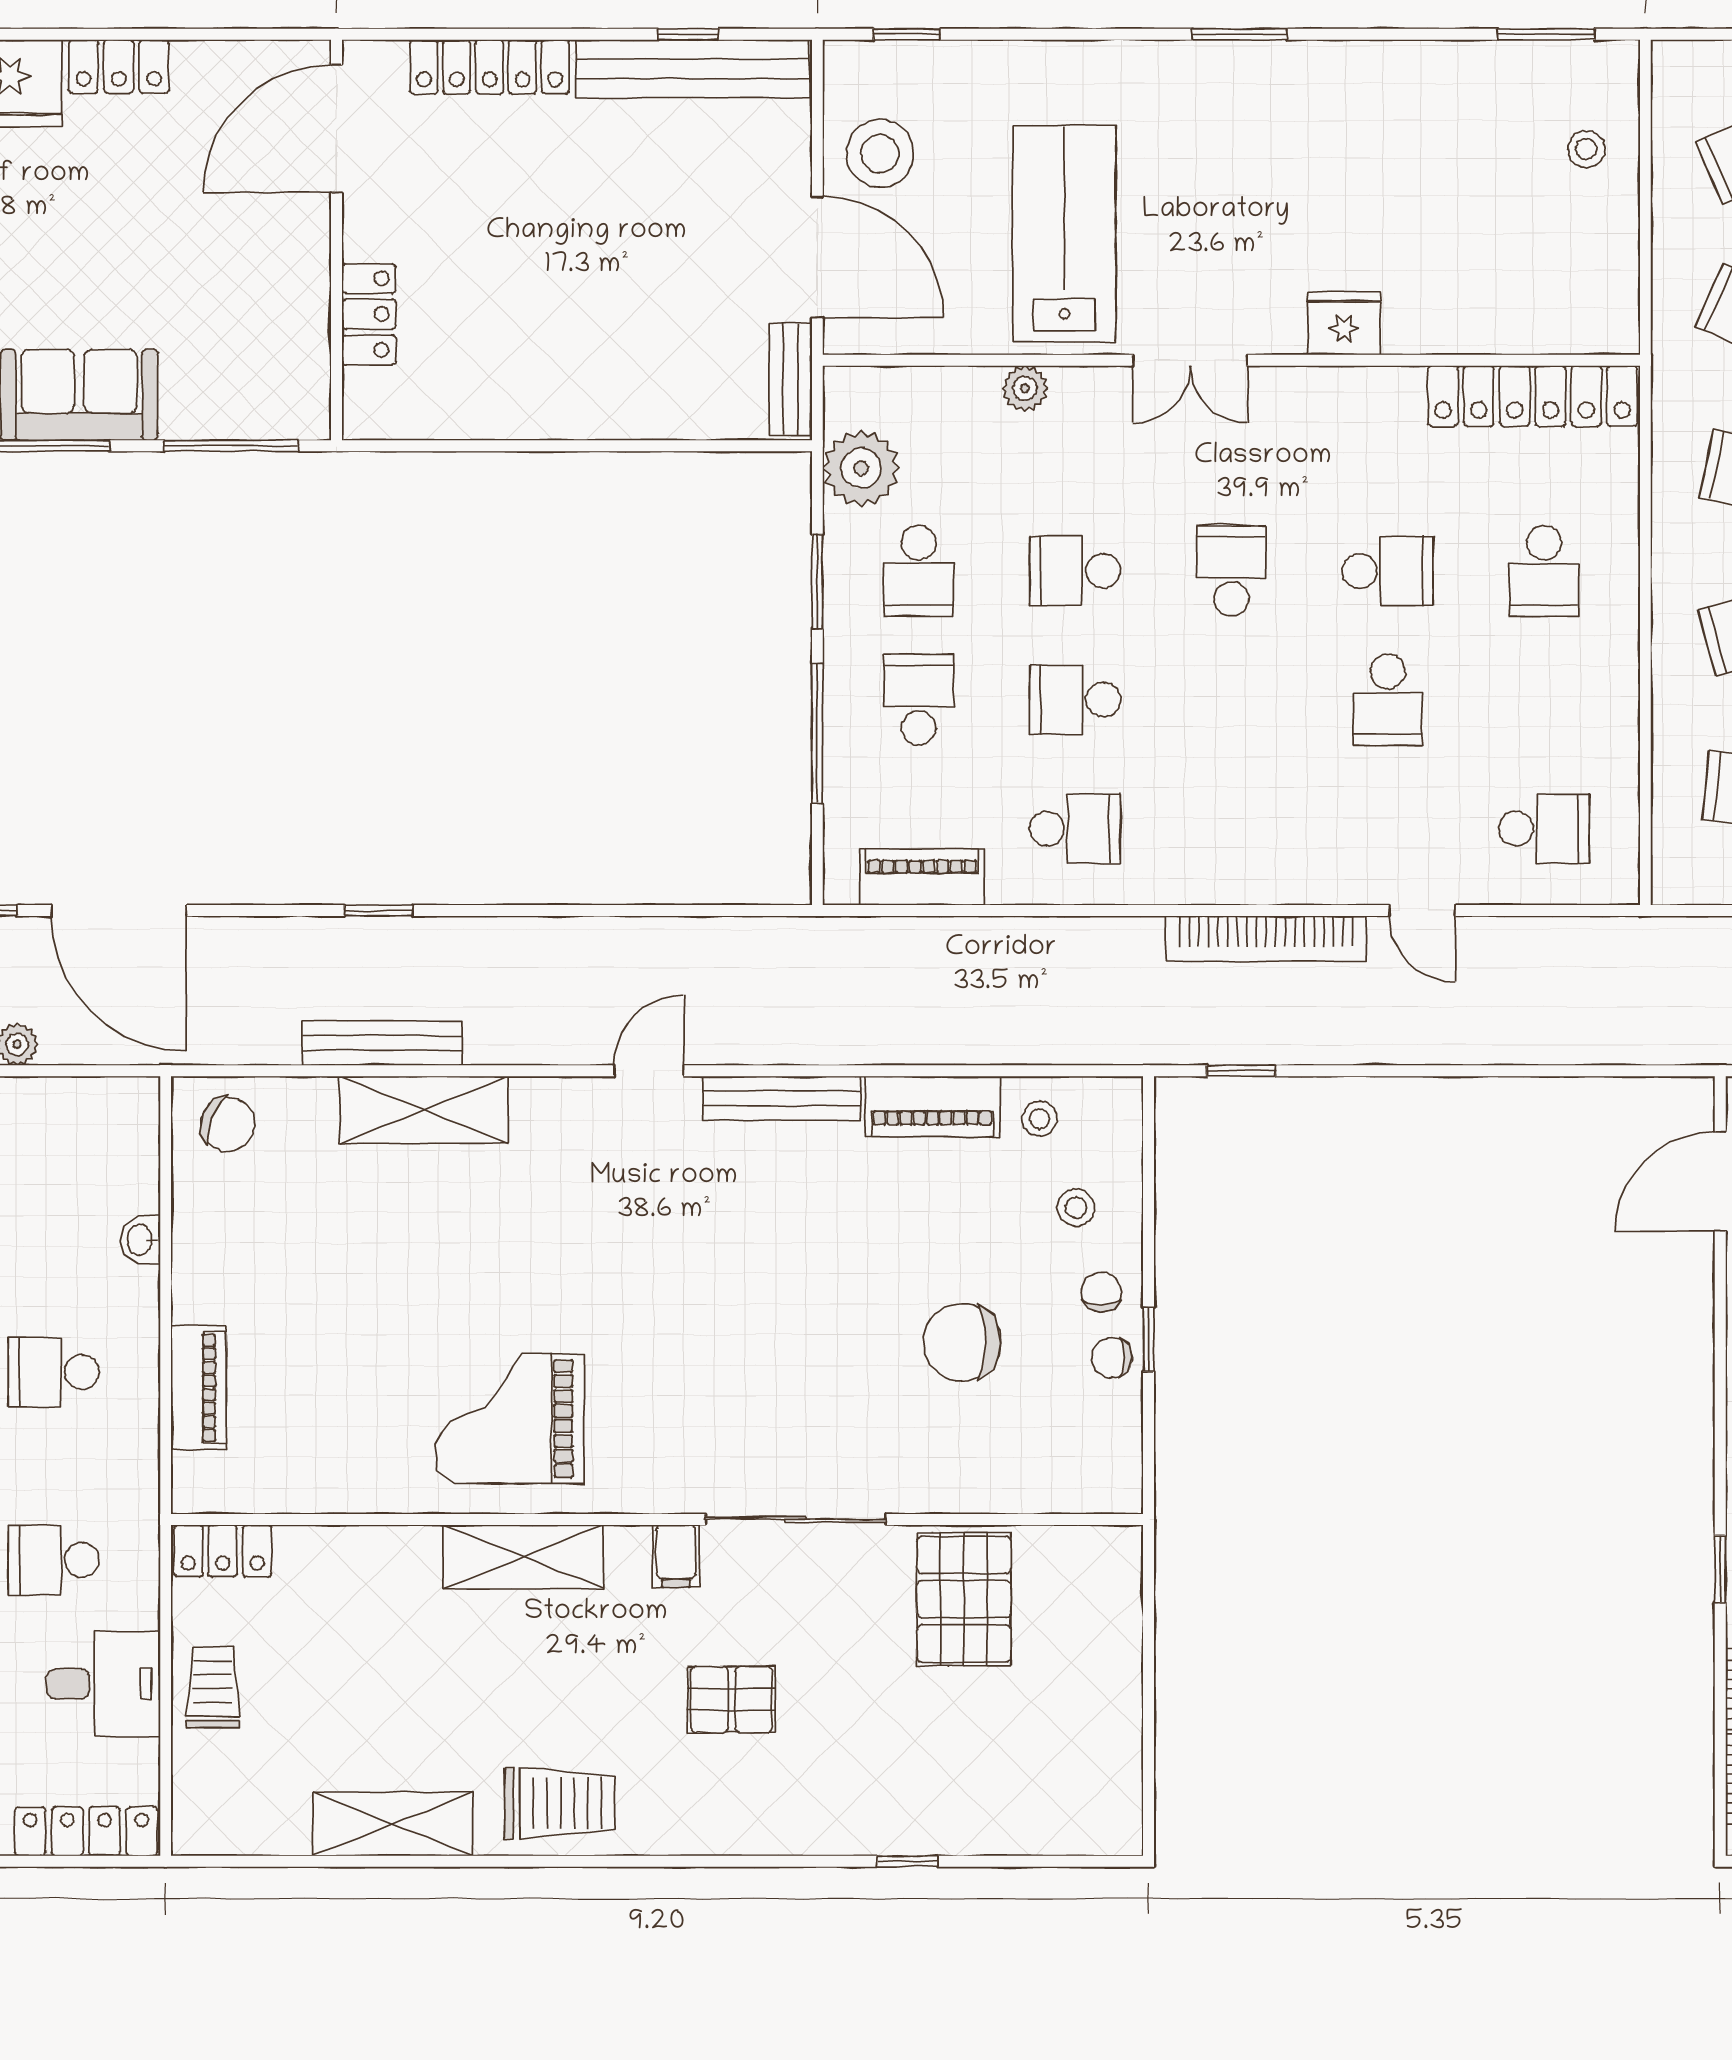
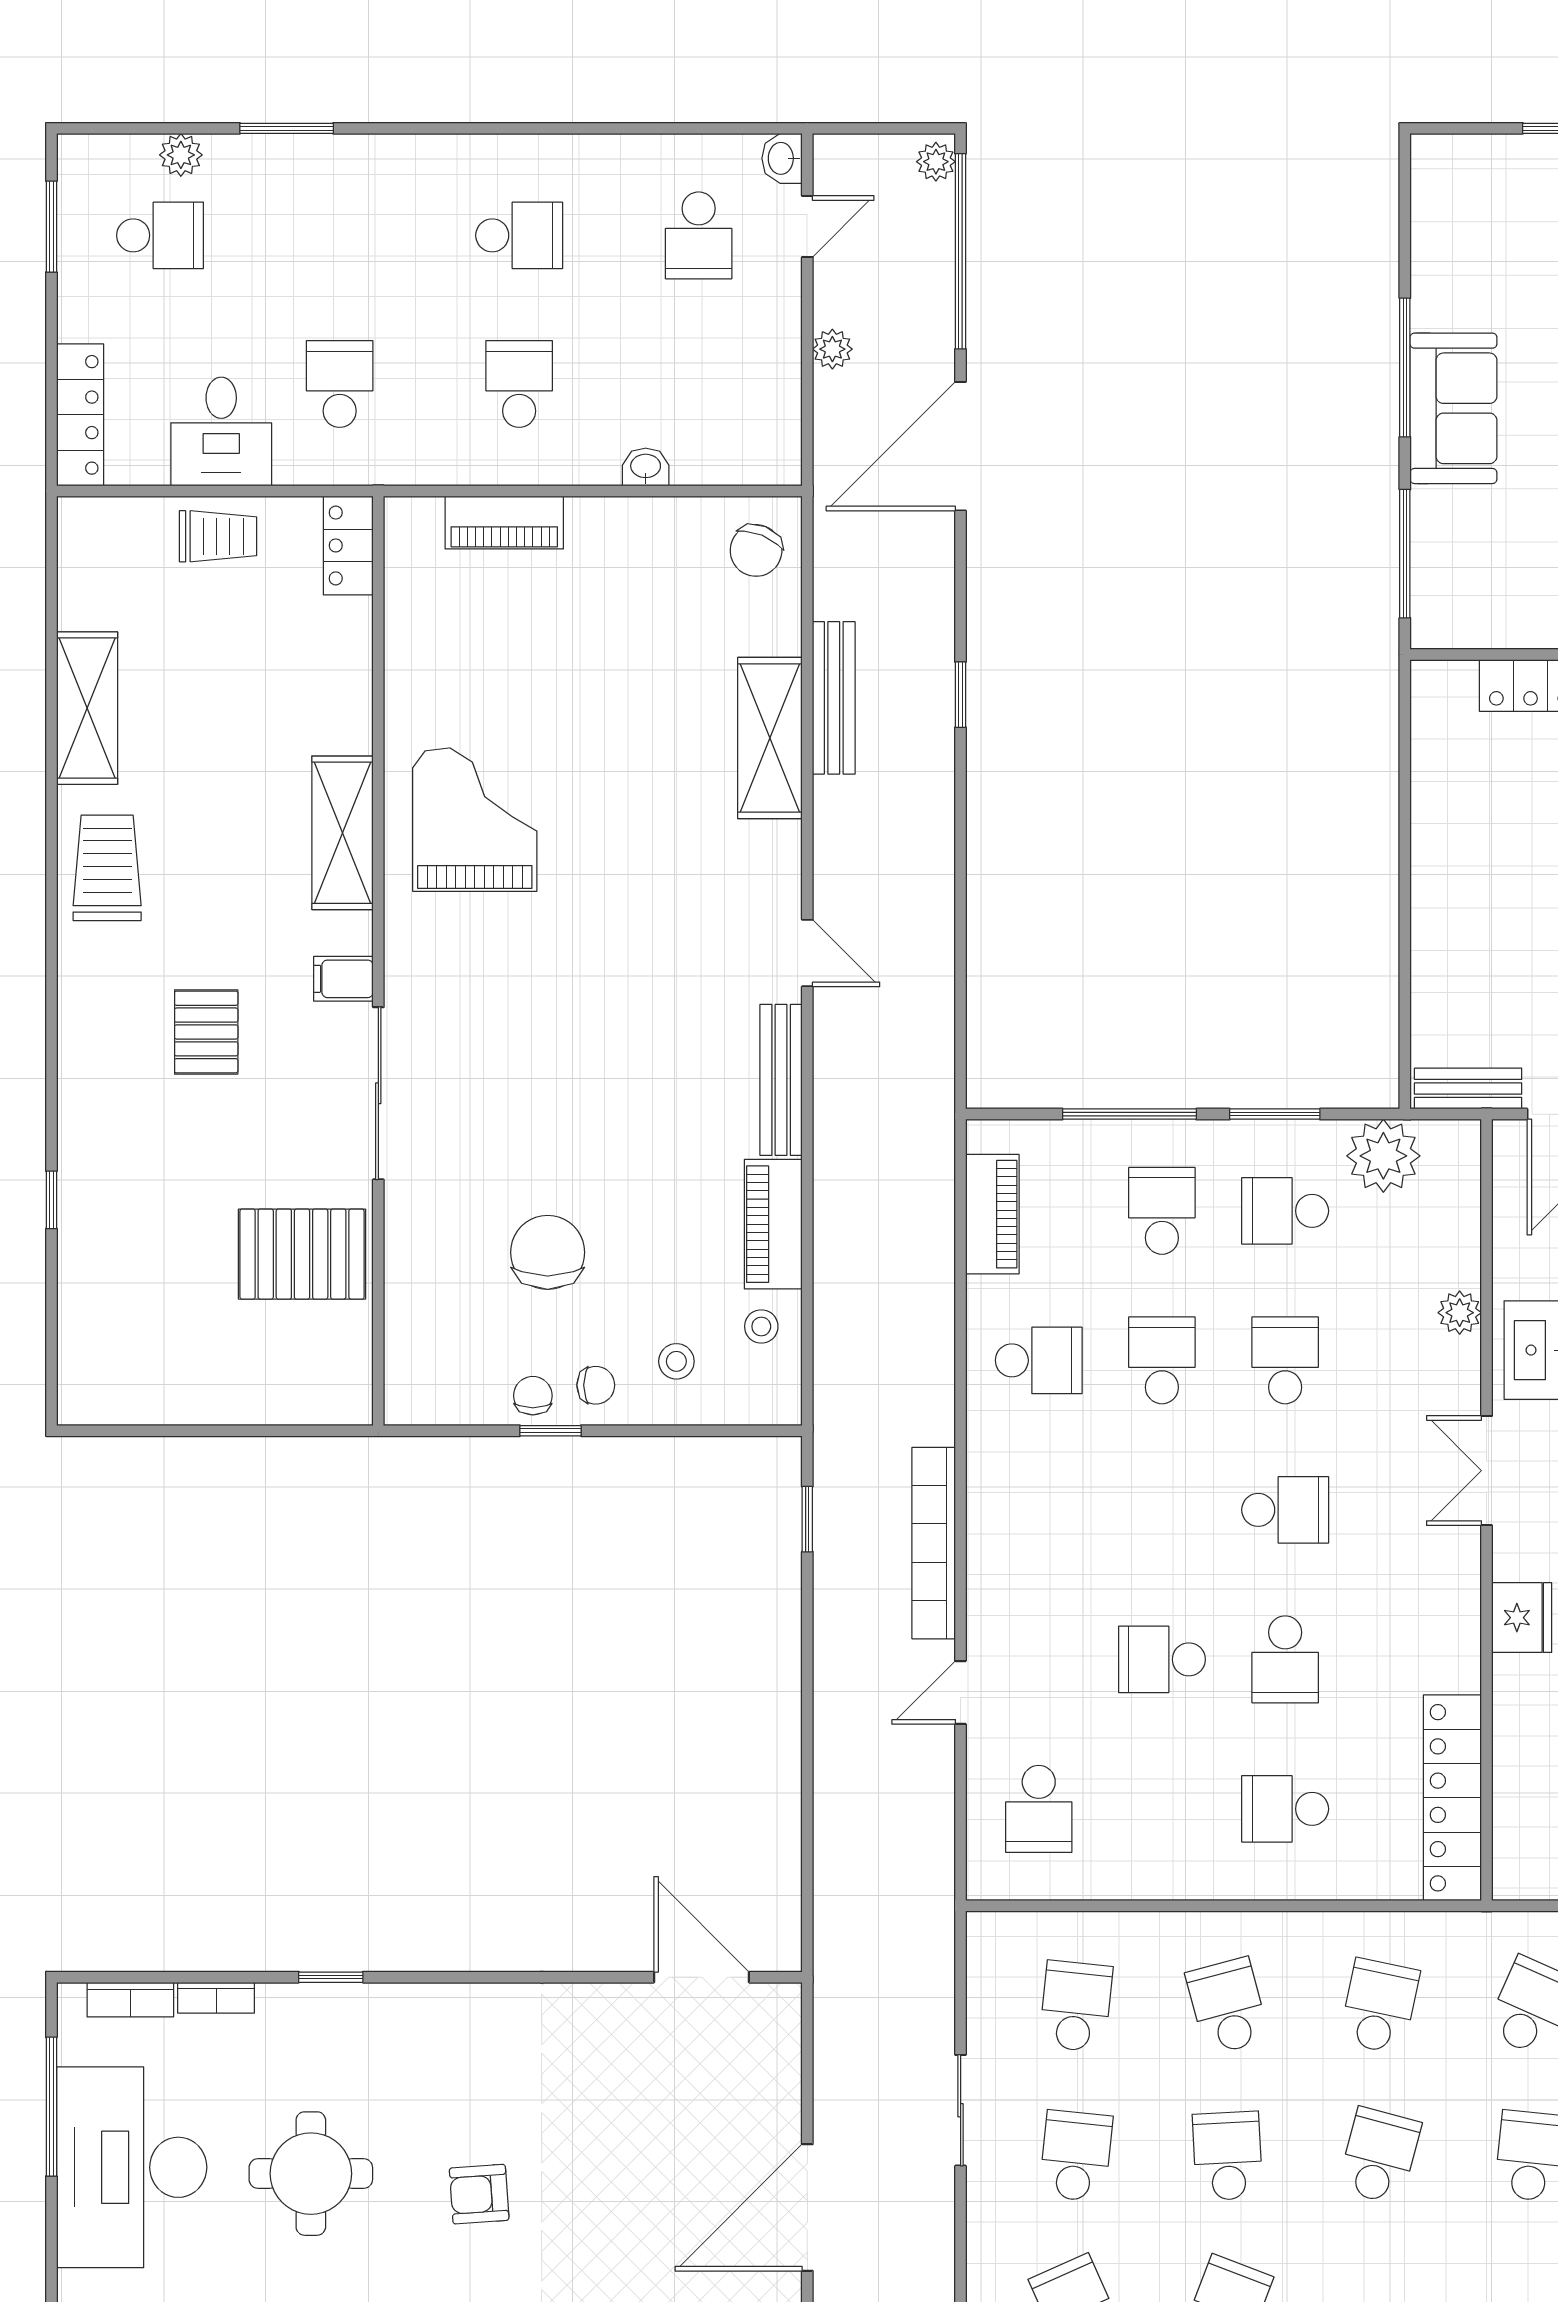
school desk: (919, 700) -> (1162, 1211), turned -90
school desk: (1075, 829) -> (1039, 1360), turned -90
trolley: (560, 1803) -> (107, 868), turned 180

